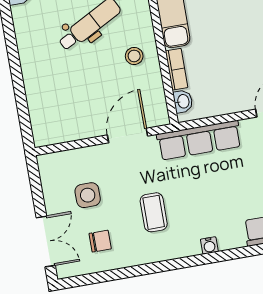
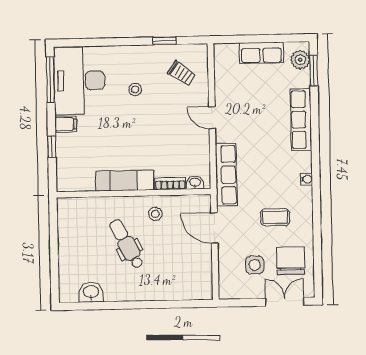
chair: (100, 241) -> (291, 261), width x1.87, depth x1.87

